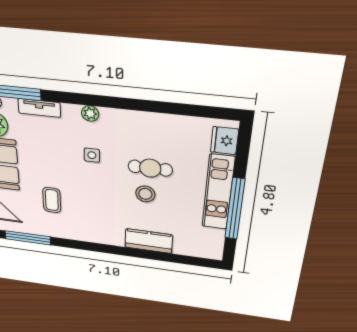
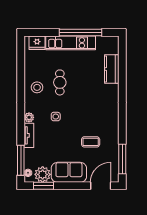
tv unit: (39, 108) -> (29, 135), moved
stool: (145, 194) -> (37, 87), moved
kitchen counter: (149, 241) -> (112, 69), moved

